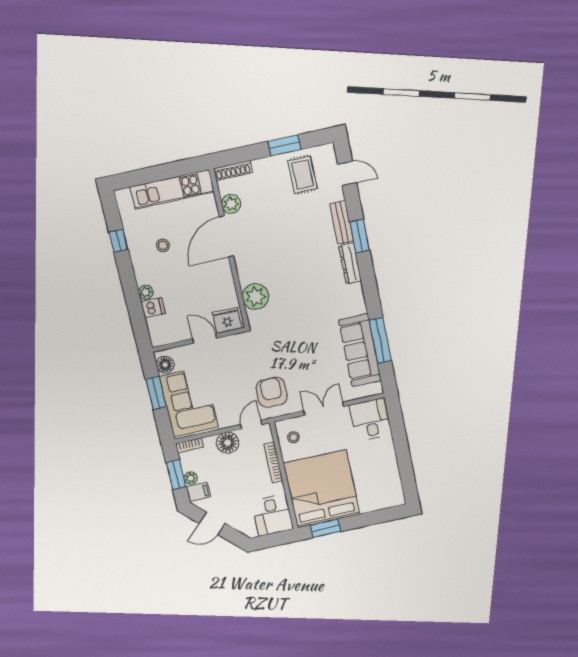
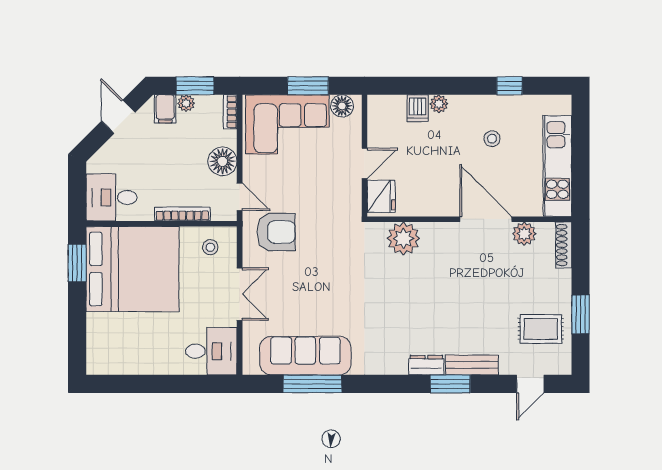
dresser: (350, 263) -> (426, 365), width x0.70

